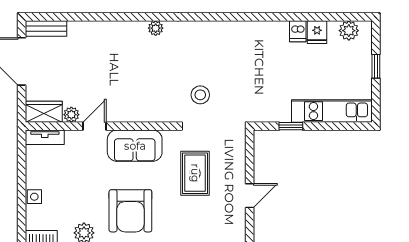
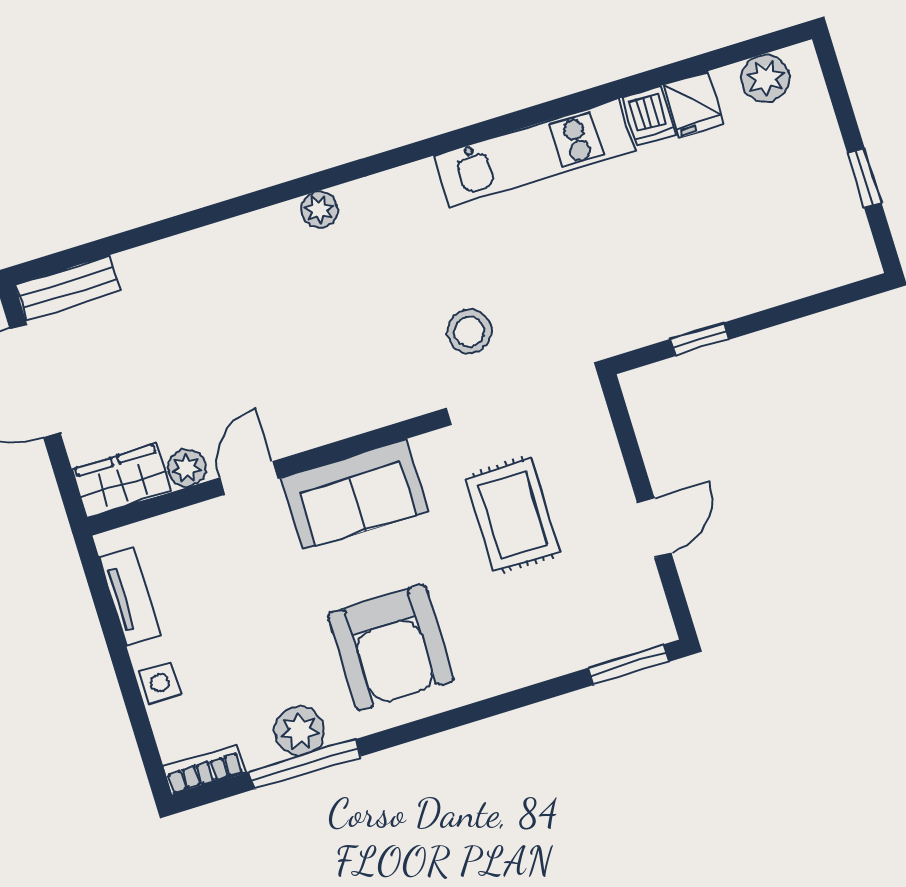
window: (376, 66) -> (864, 178), moved
kitchen unit: (332, 111) -> (534, 153), moved, turned 180
tv unit: (45, 137) -> (130, 597), moved, turned -90

